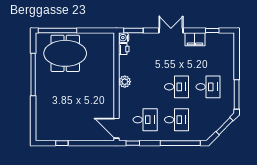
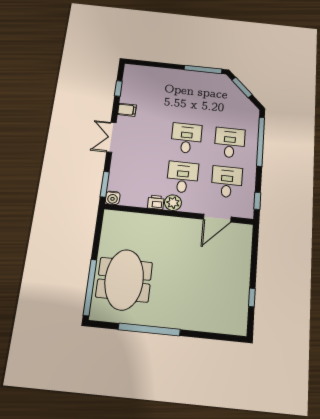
filing cabinet: (195, 39) -> (127, 110), width x0.50
printer: (124, 49) -> (156, 202), moved
desk: (208, 87) -> (183, 177), moved
door: (116, 128) -> (217, 218), moved

